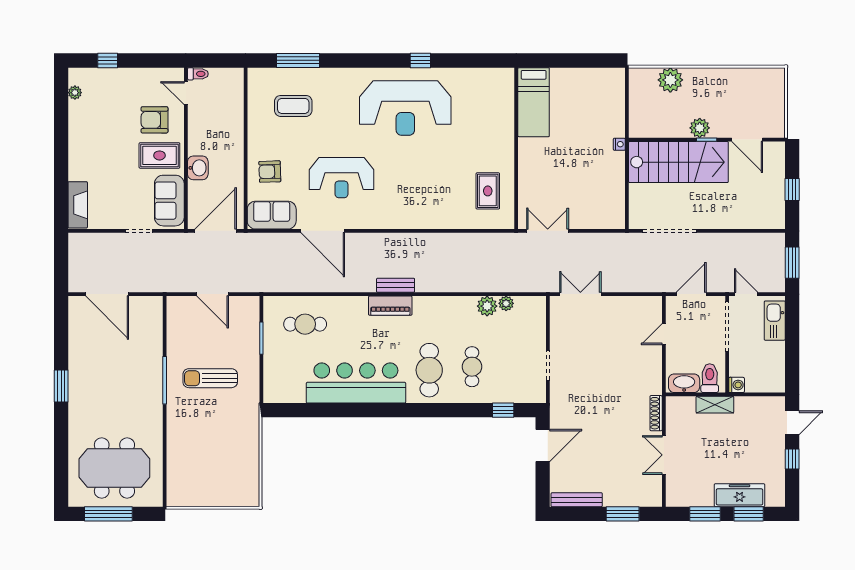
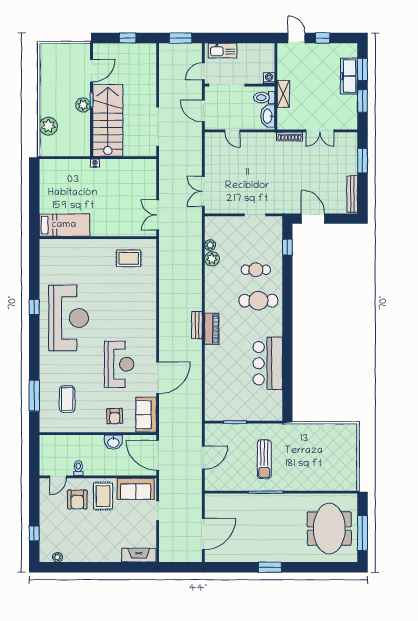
toilet: (198, 74) -> (78, 468), moved
washbasin: (198, 168) -> (113, 442), moved, turned 180
cafe table: (305, 324) -> (225, 391), removed
bar counter: (356, 383) -> (268, 363), width x0.73

